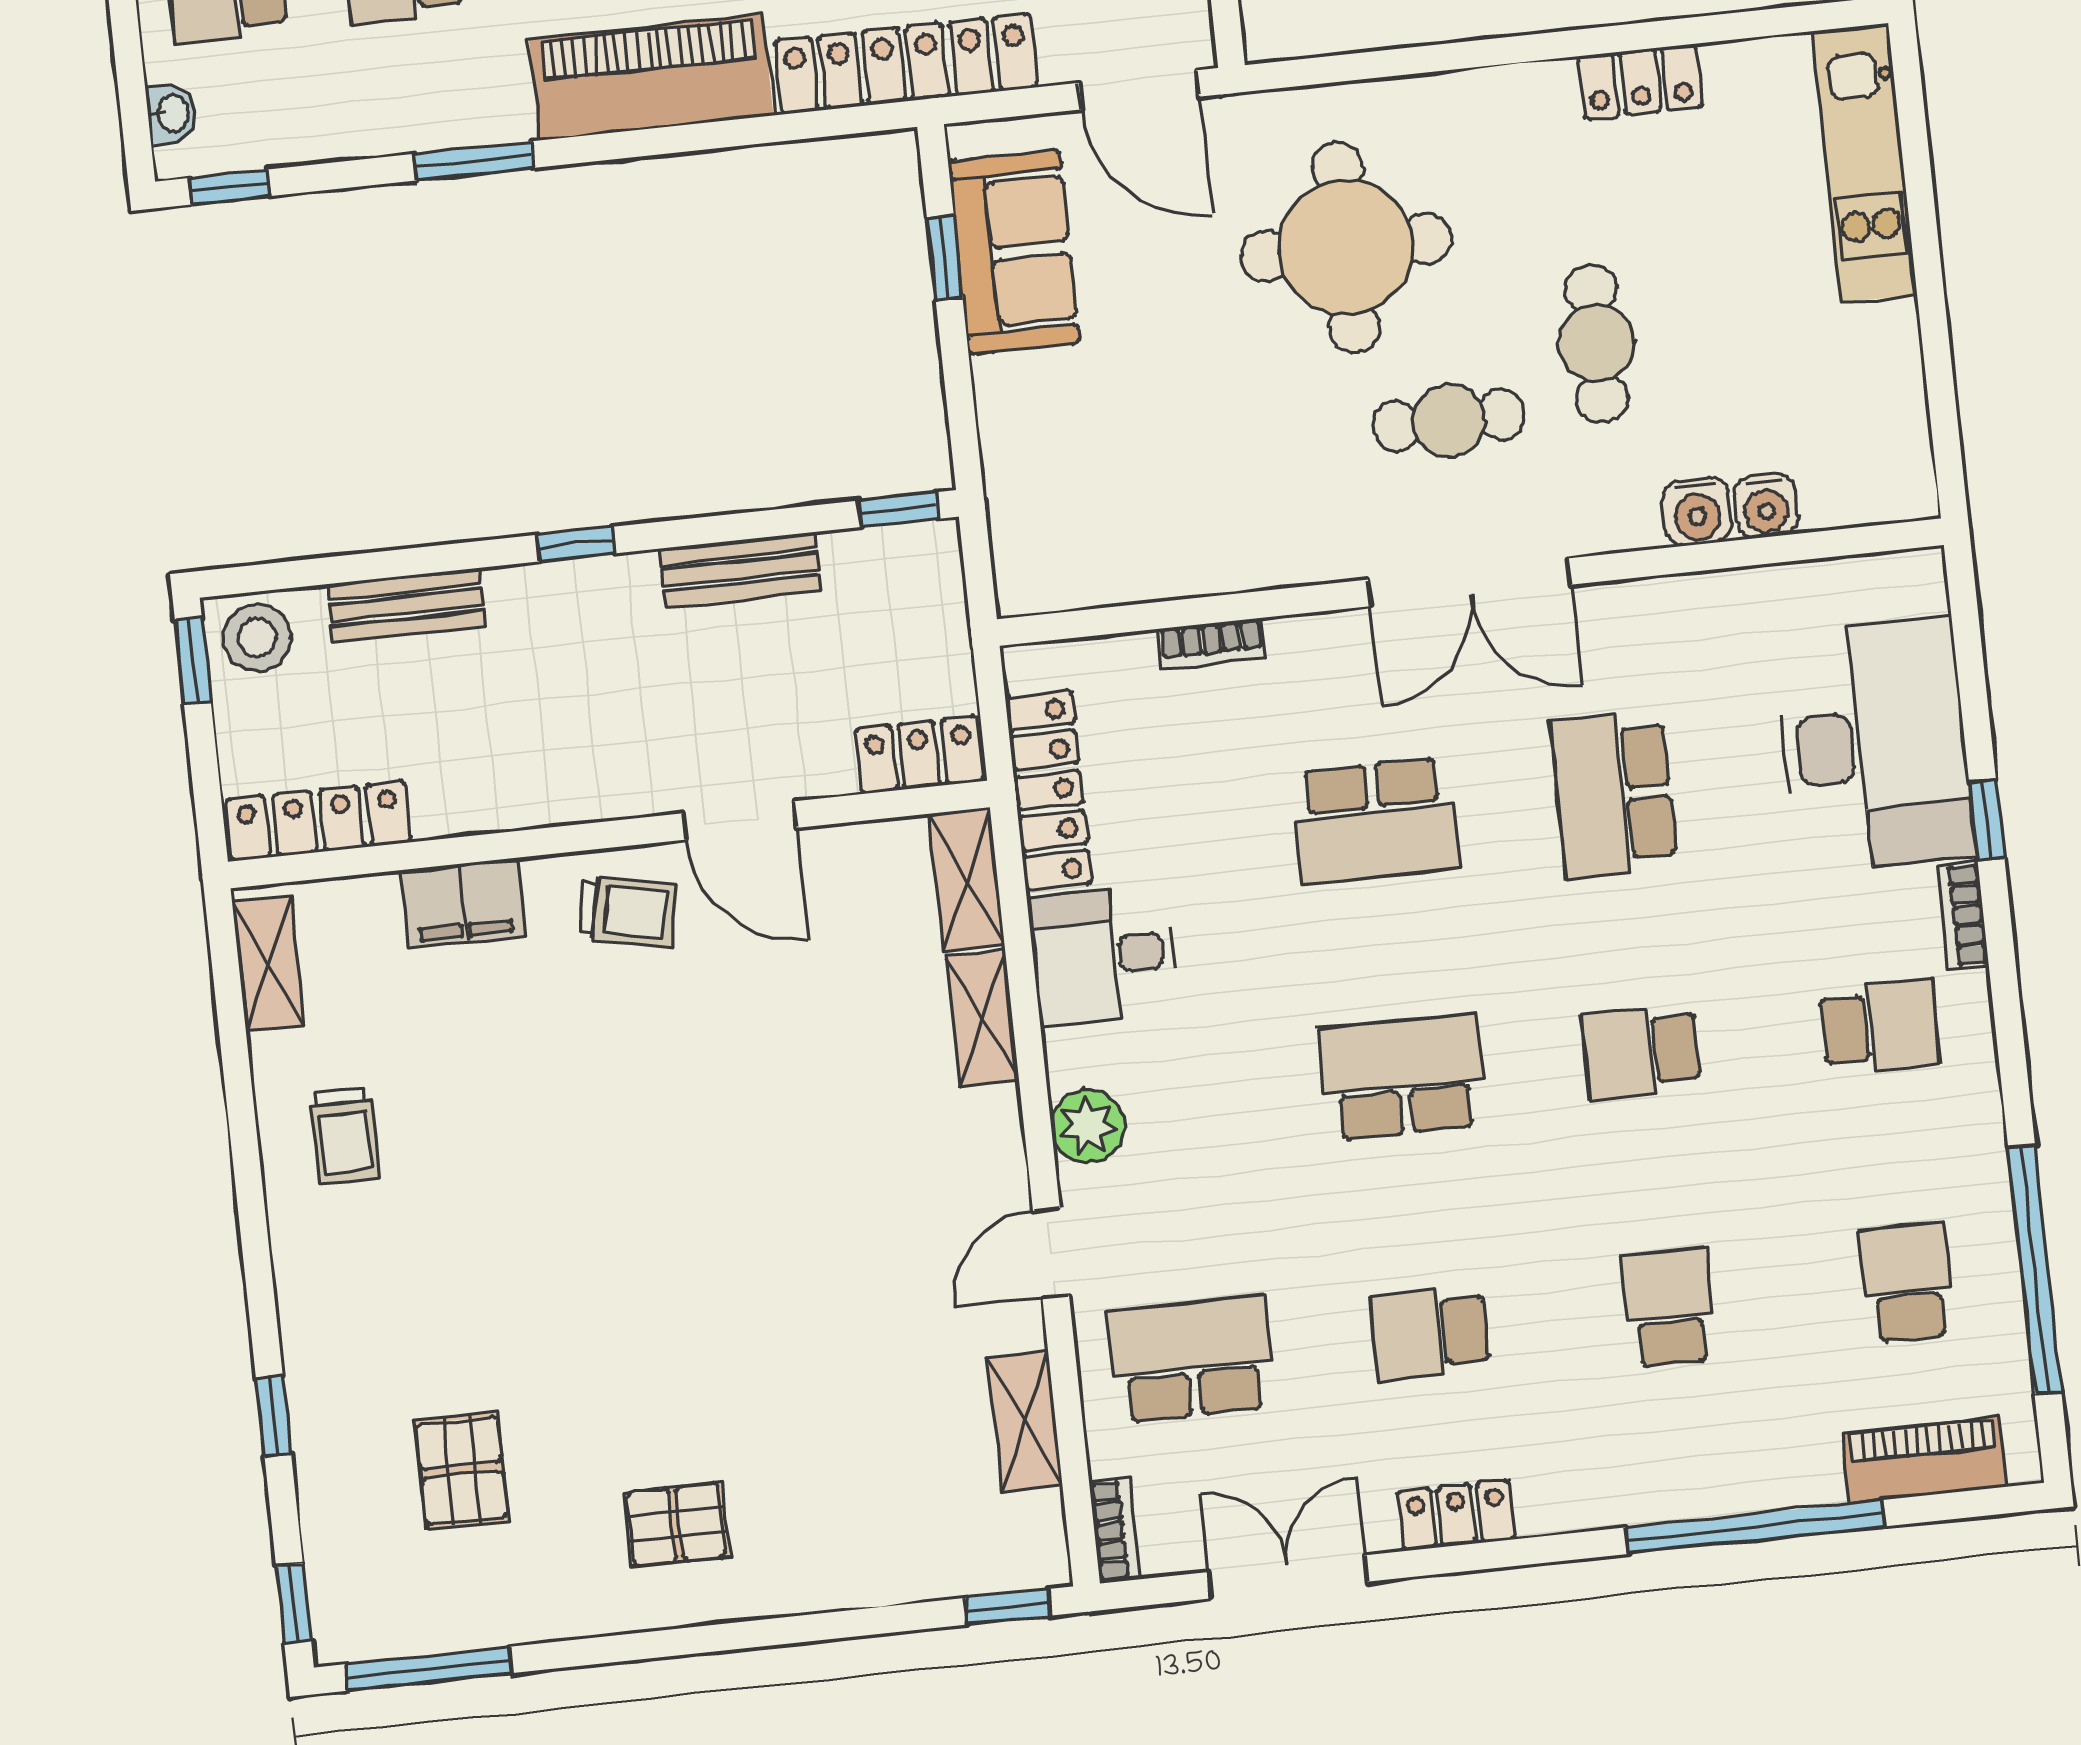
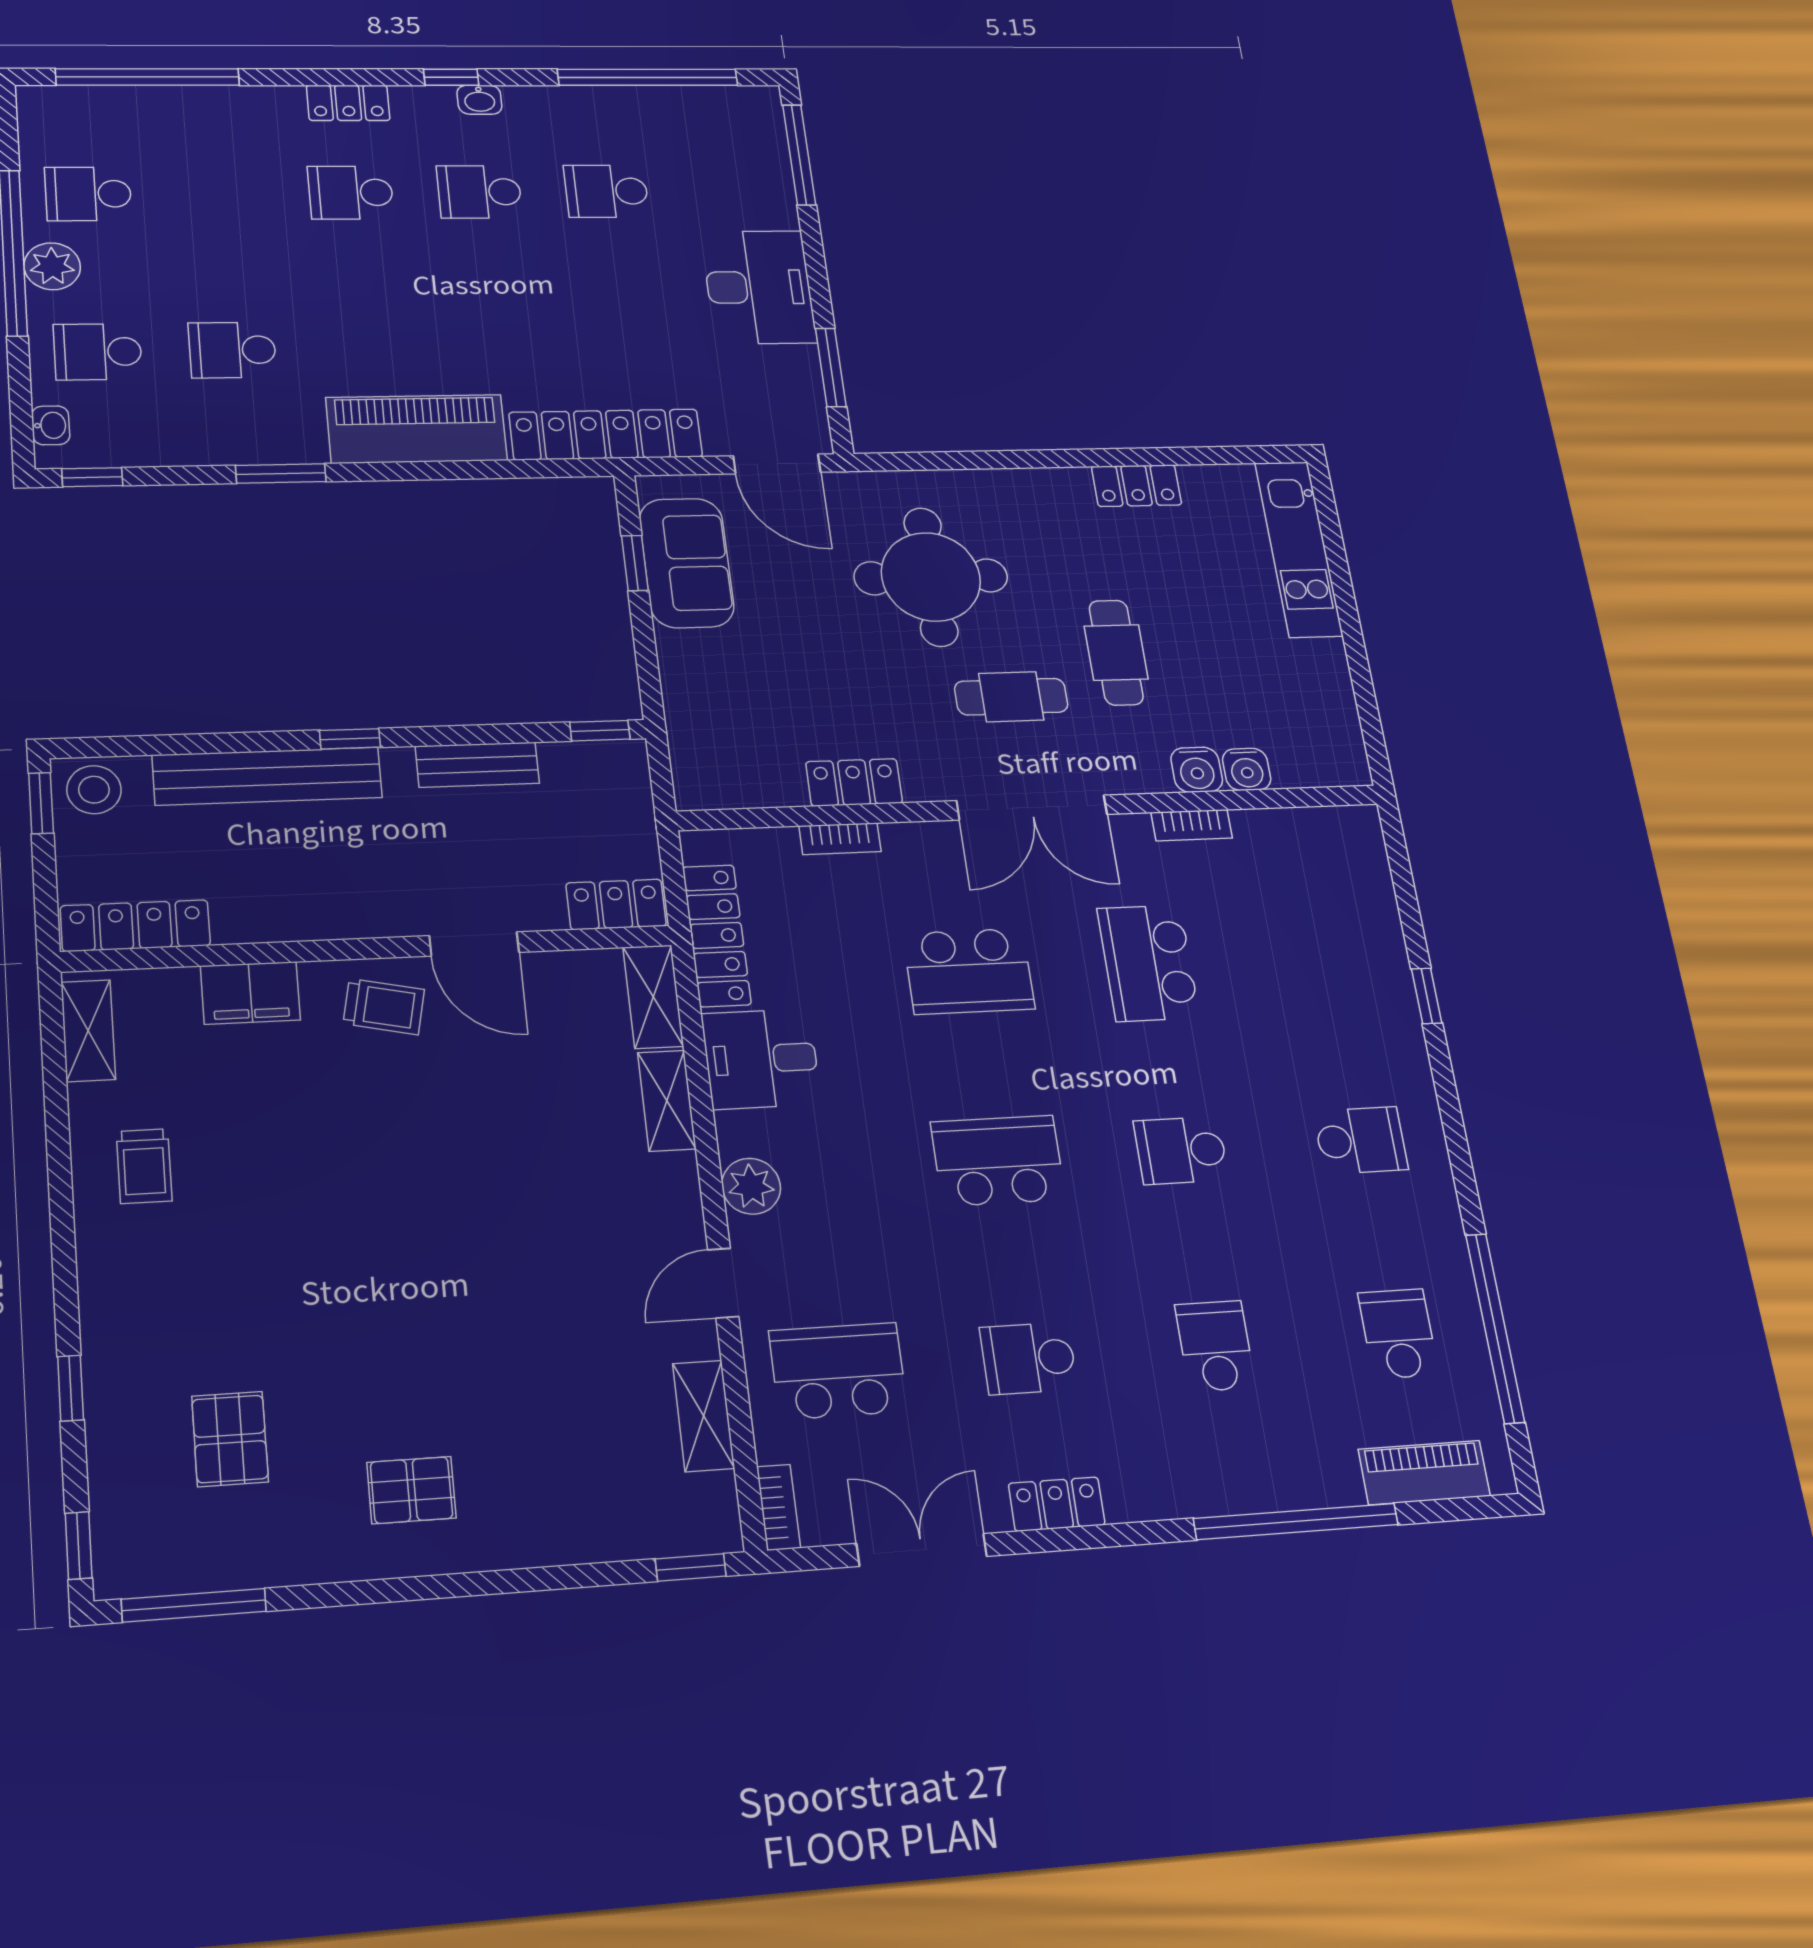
locker: (1233, 562) -> (854, 782), added
bench: (406, 605) -> (267, 776), width x1.86, depth x1.21
desk: (1874, 745) -> (1339, 939), removed
bookcase: (1962, 915) -> (1192, 825), moved, turned -90

